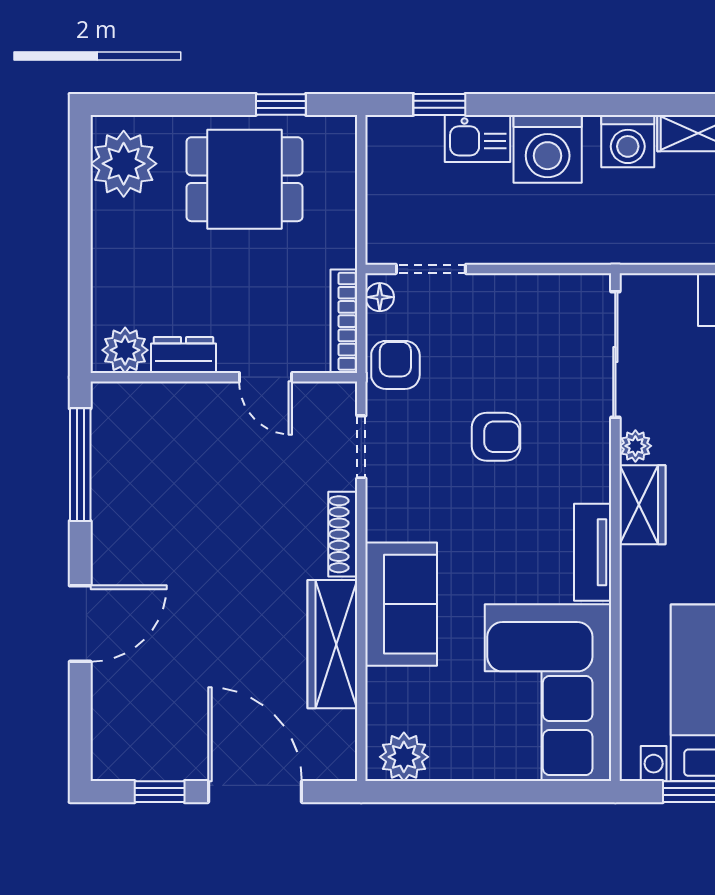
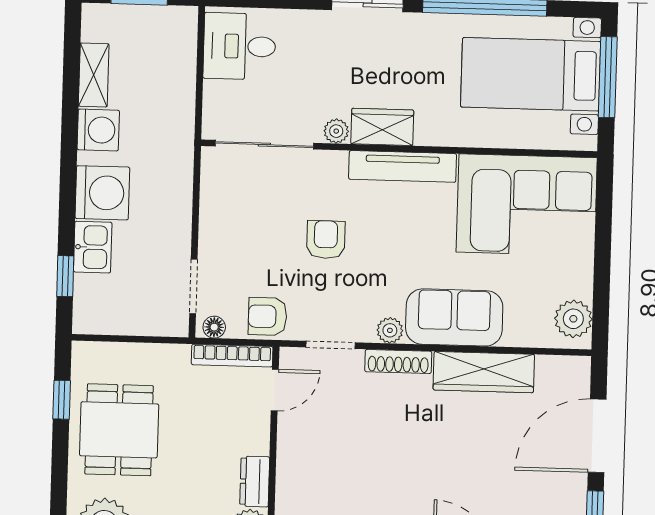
door: (266, 377) -> (275, 390), moved
plant: (382, 522) -> (390, 330), added
tv unit: (593, 552) -> (403, 166), width x1.41

